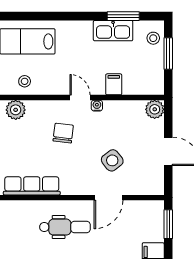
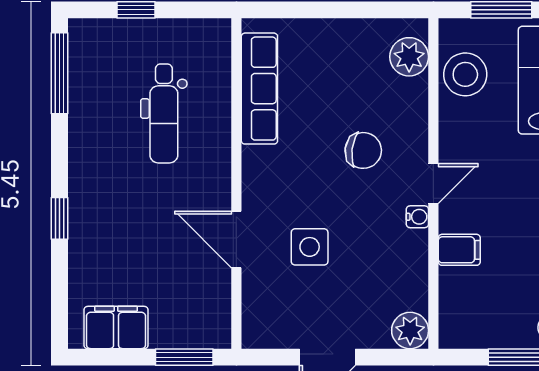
stool: (25, 81) -> (465, 74), width x1.89, depth x1.89
side table: (112, 160) -> (310, 247), turned 38
dental chair: (65, 227) -> (164, 113), moved

